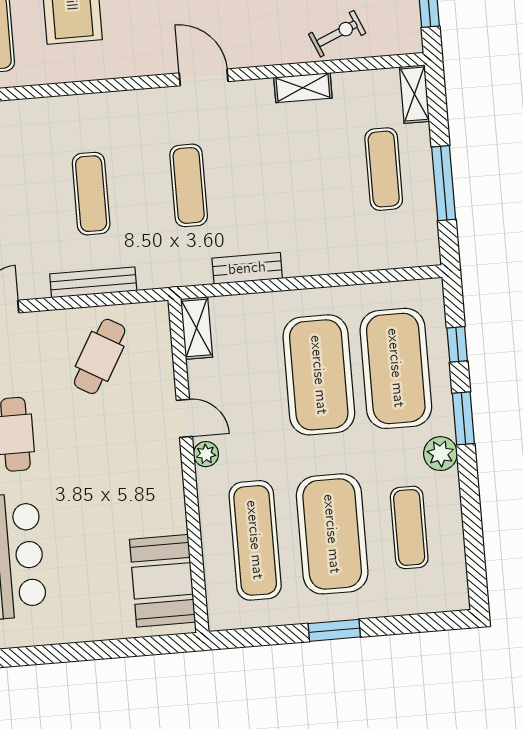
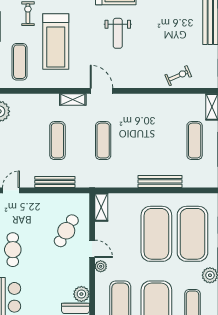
door: (204, 77) -> (101, 91), moved
shelving: (303, 88) -> (73, 99), moved
bench: (247, 268) -> (160, 181), moved, width x1.36
cafe table: (100, 356) -> (66, 231), moved
plant: (170, 517) -> (81, 294), added

